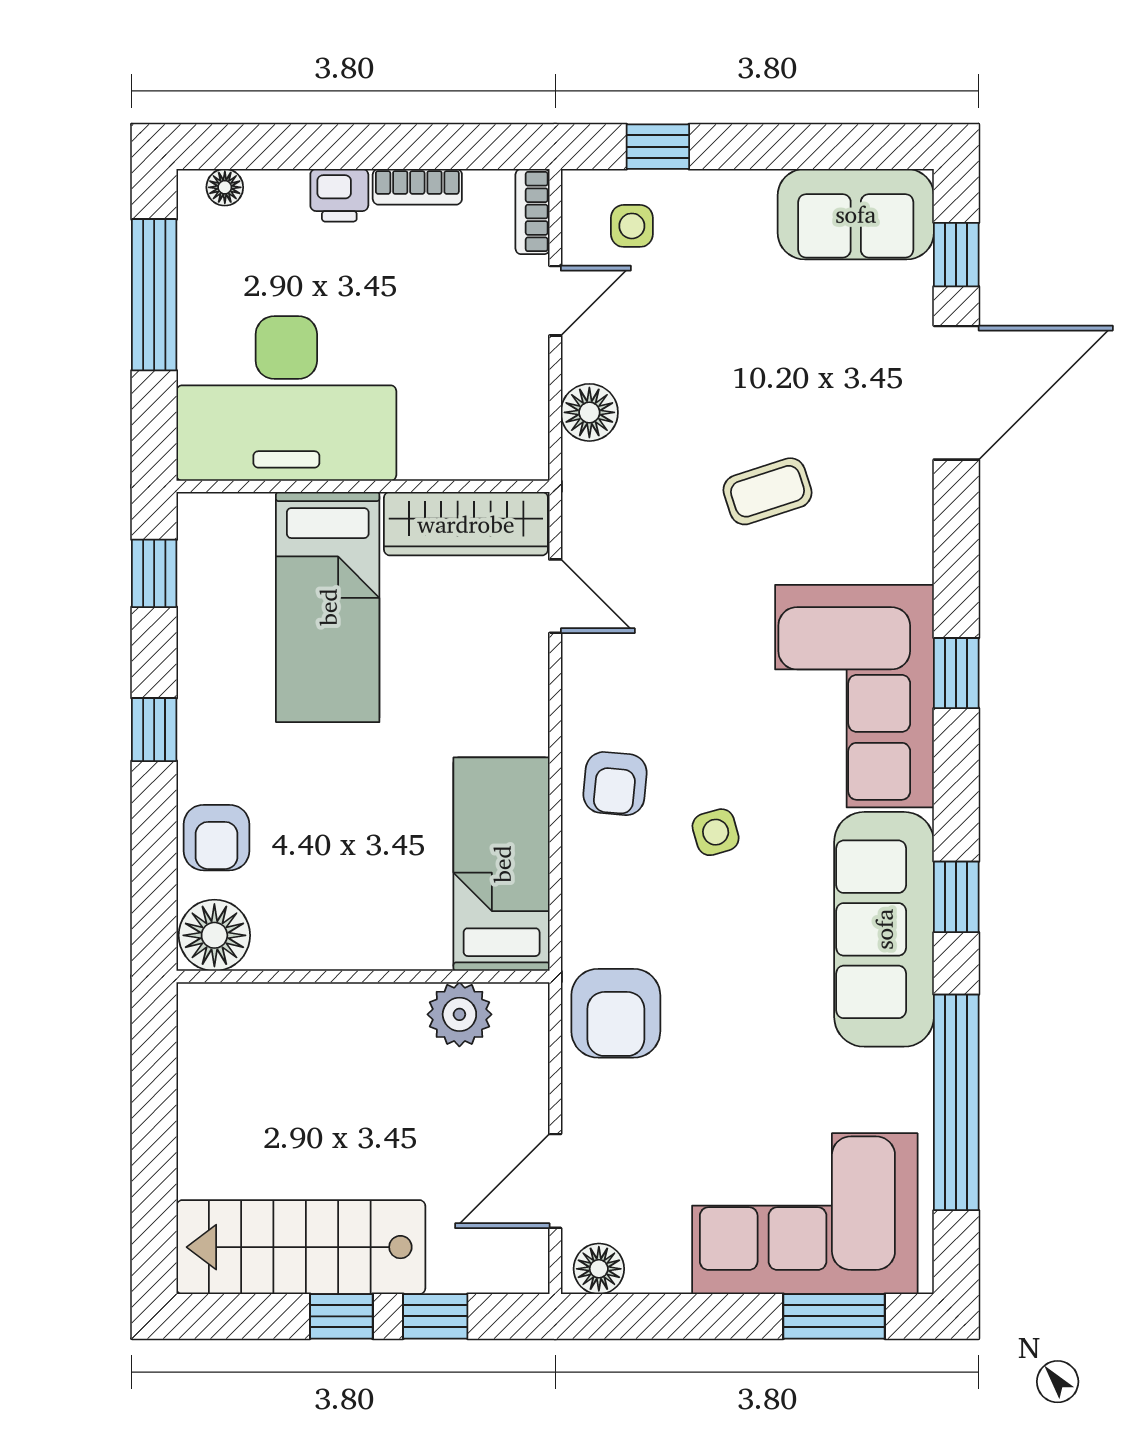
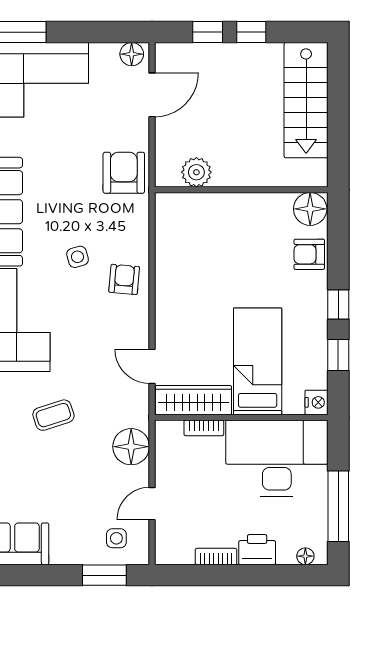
window: (658, 147) -> (104, 575), width x1.50
printer: (339, 195) -> (257, 550), width x1.36, depth x1.24
bookcase: (533, 212) -> (204, 428), moved, turned 90
floor lamp: (589, 412) -> (131, 447), width x1.38, depth x1.38
nightstand: (201, 519) -> (316, 402), added
window: (154, 573) -> (338, 355), moved
armchair: (217, 838) -> (309, 254), turned -90
bed: (502, 864) -> (177, 242), removed
stairs: (301, 1247) -> (306, 100), moved, turned 90

